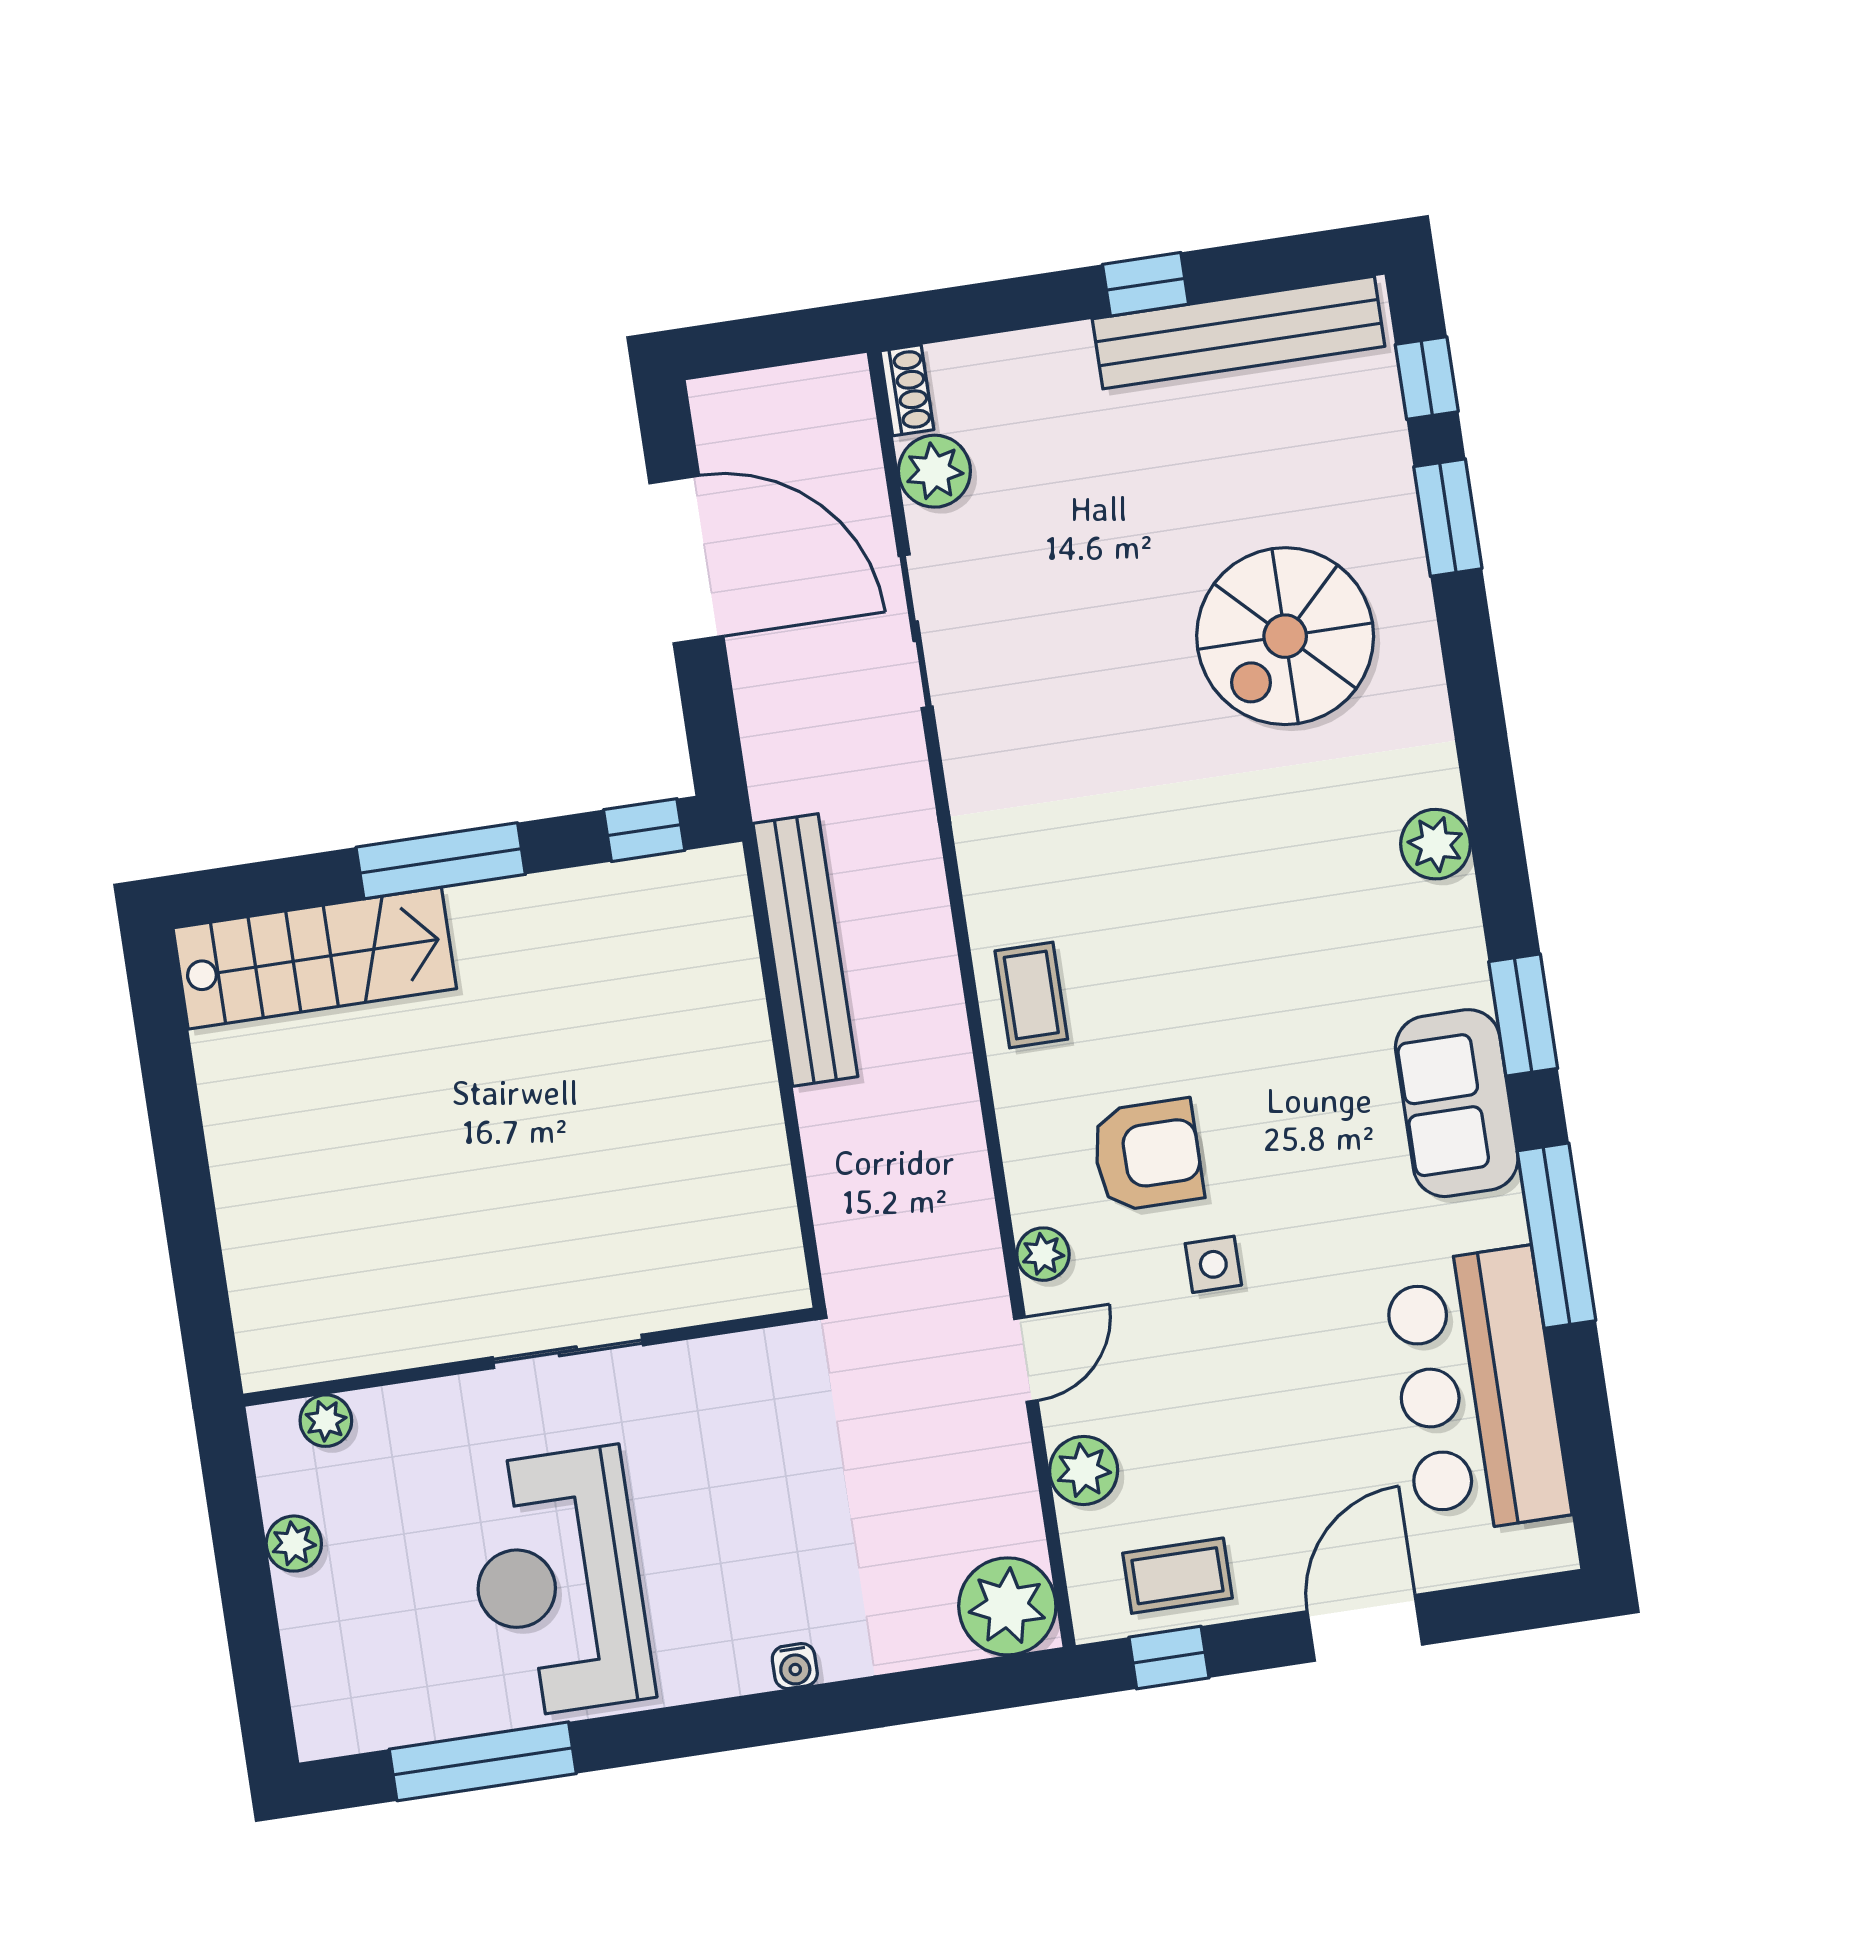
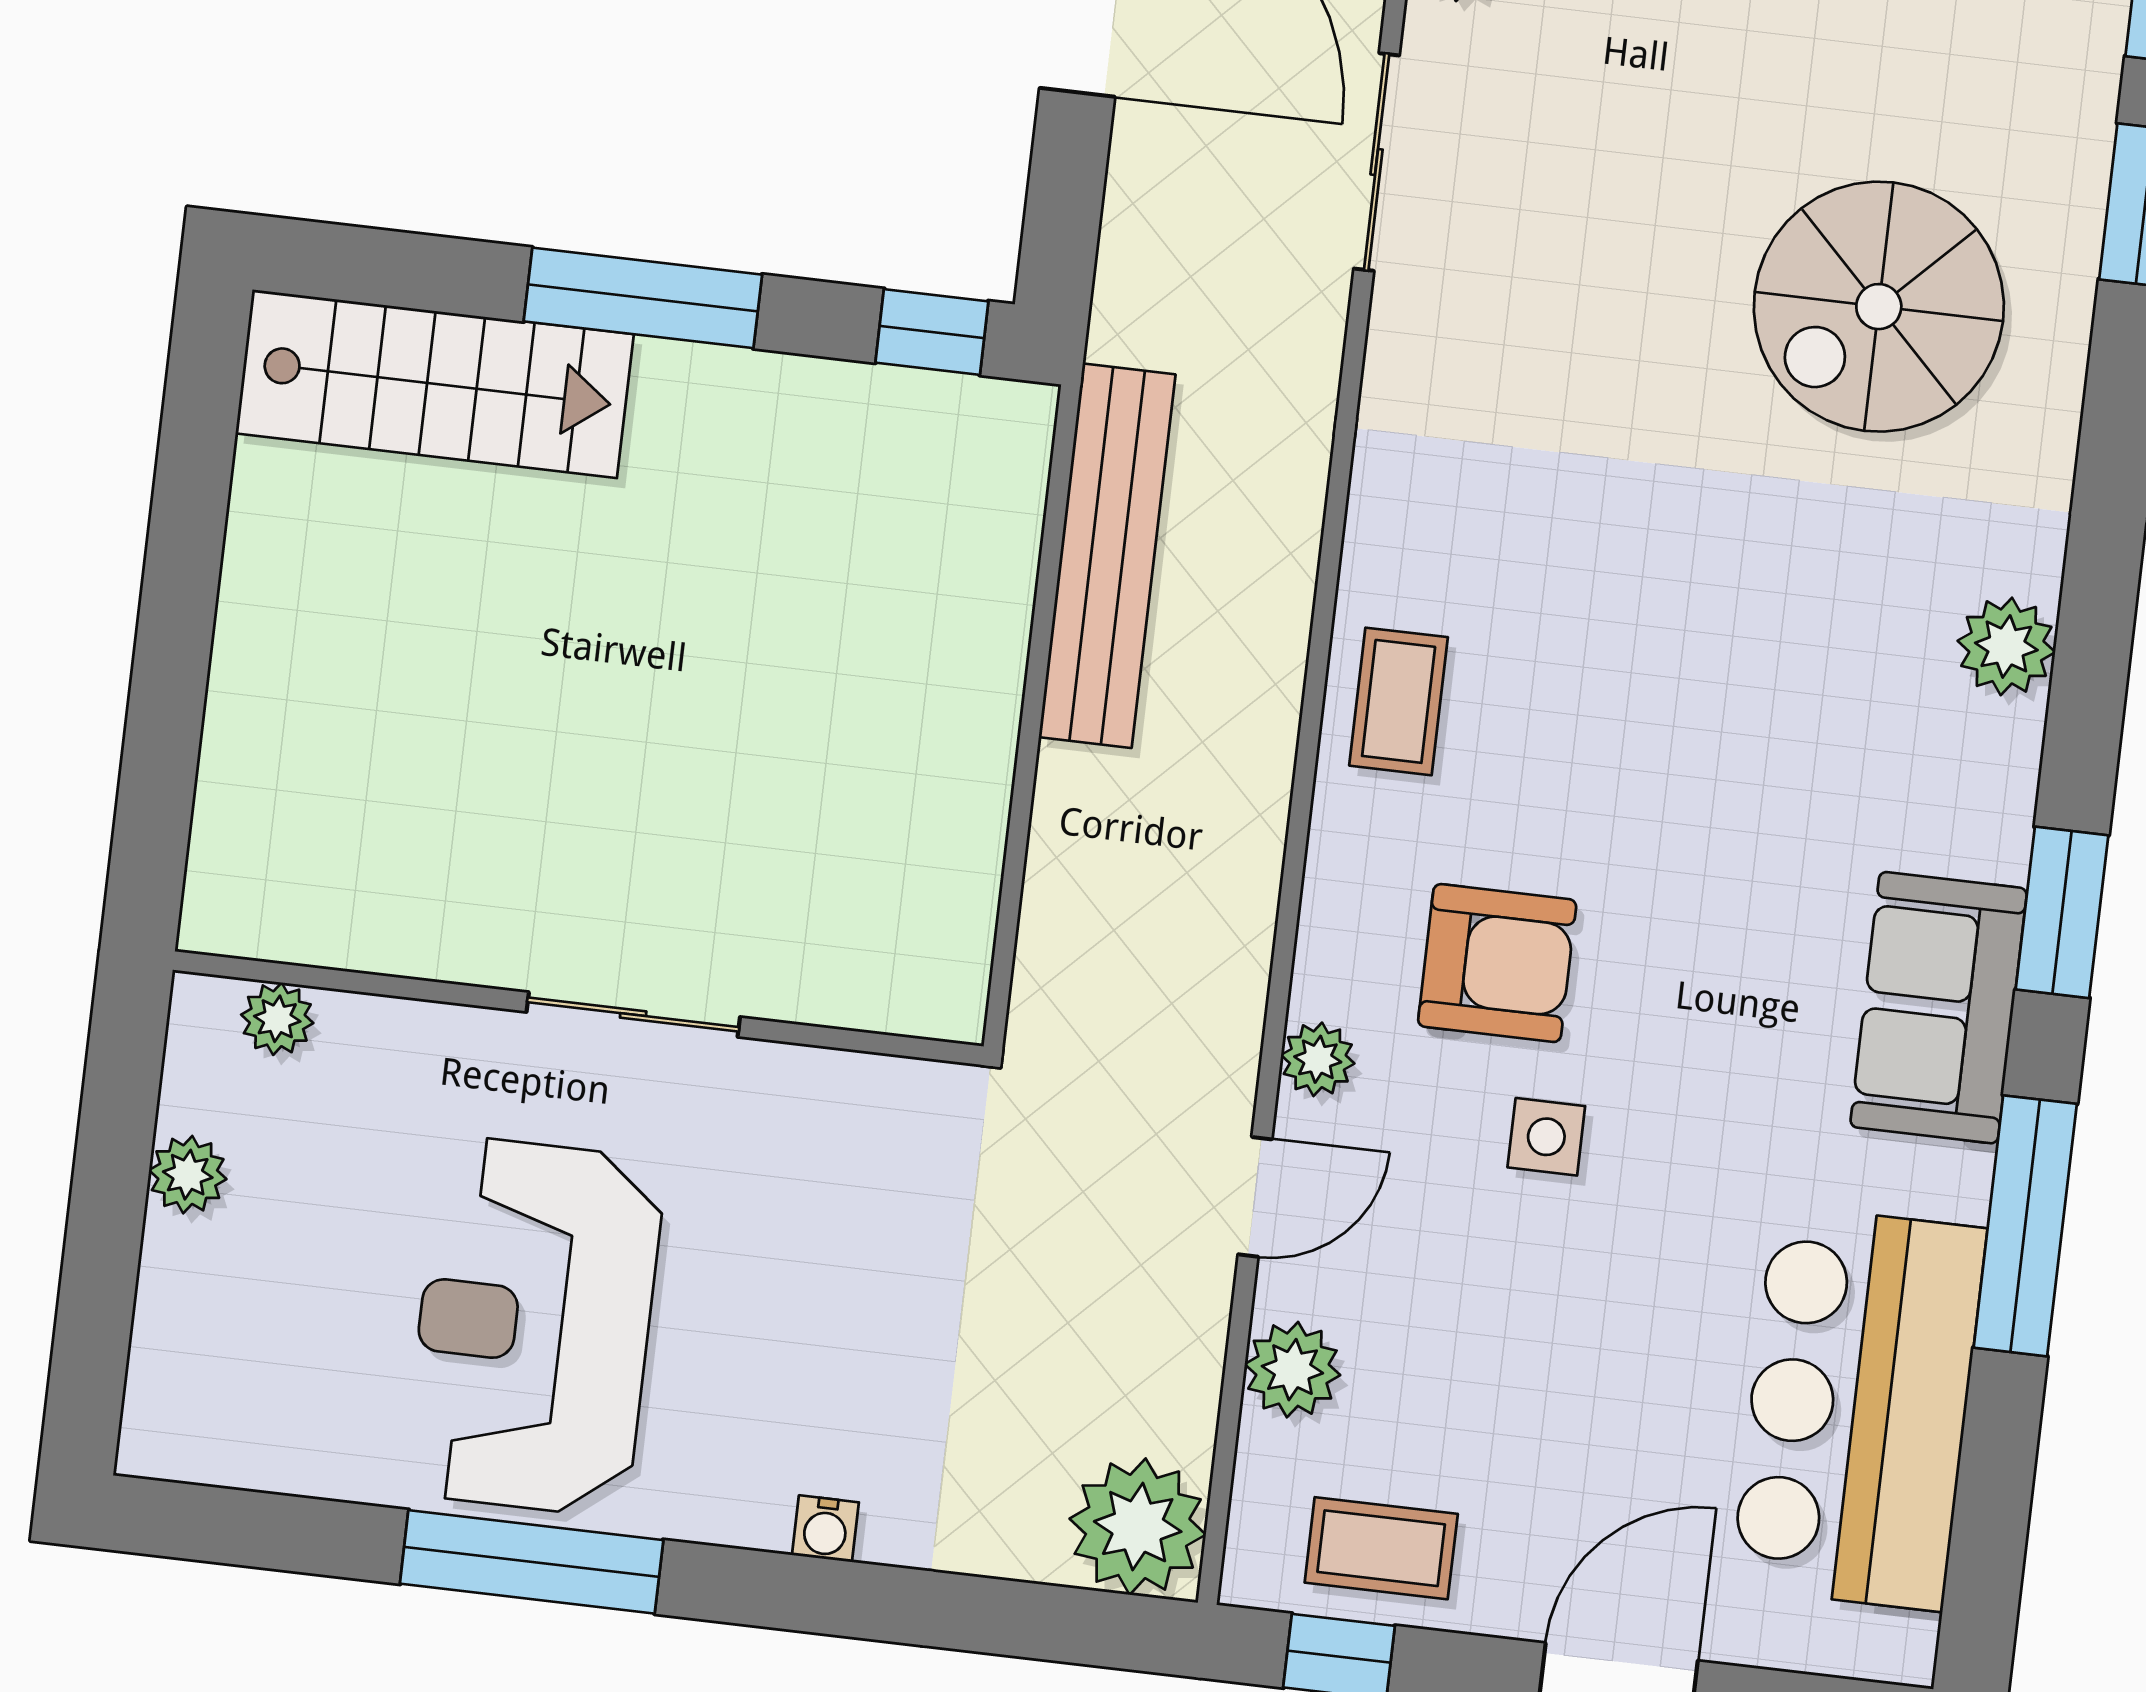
window: (483, 1761) -> (532, 1562), moved

